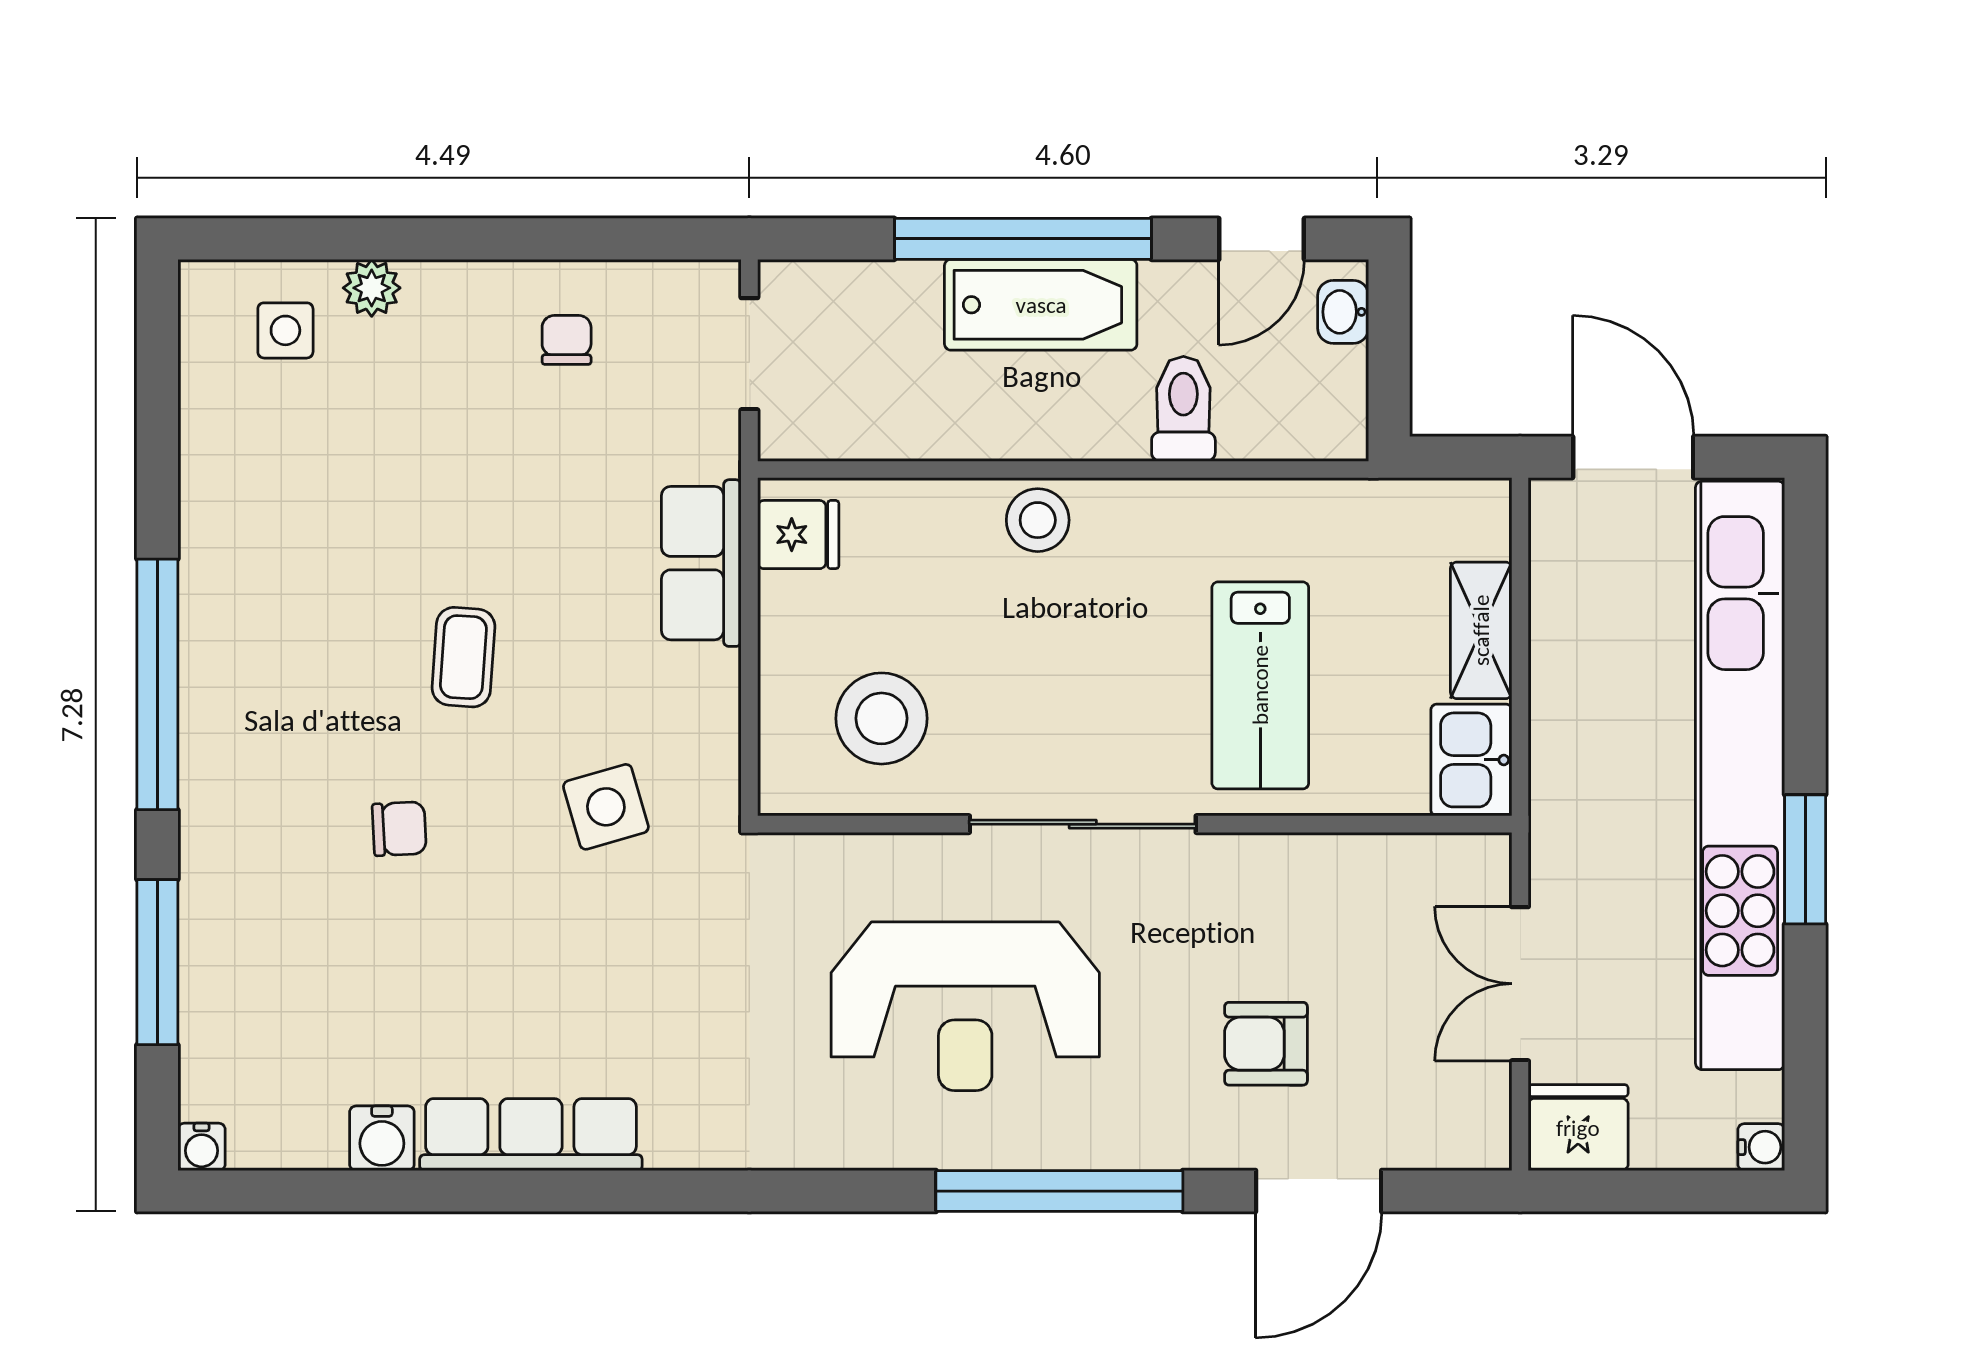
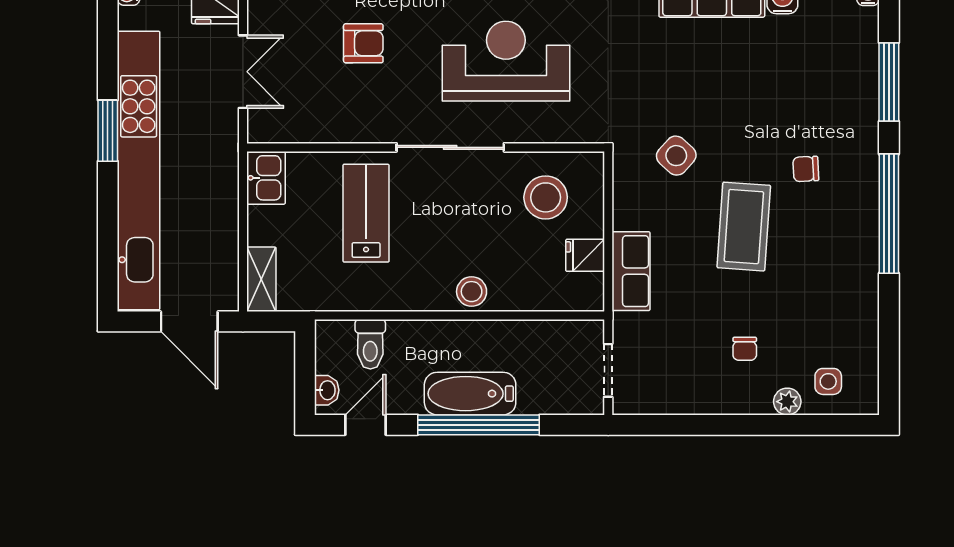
chair: (567, 340) -> (745, 349), moved
toilet: (1183, 409) -> (370, 344), moved
fridge: (798, 535) -> (585, 255), moved
shelving: (1481, 630) -> (261, 279), moved
coffee table: (463, 657) -> (744, 227), width x1.86, depth x1.72
side table: (606, 807) -> (676, 156), turned -32
chair: (399, 829) -> (806, 169), moved

